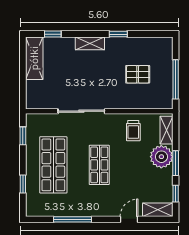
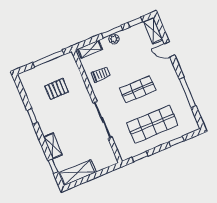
shelving: (90, 43) -> (53, 146), moved
pallet: (138, 74) -> (57, 89), turned 90
plant: (161, 157) -> (114, 39), width x0.53, depth x0.53

